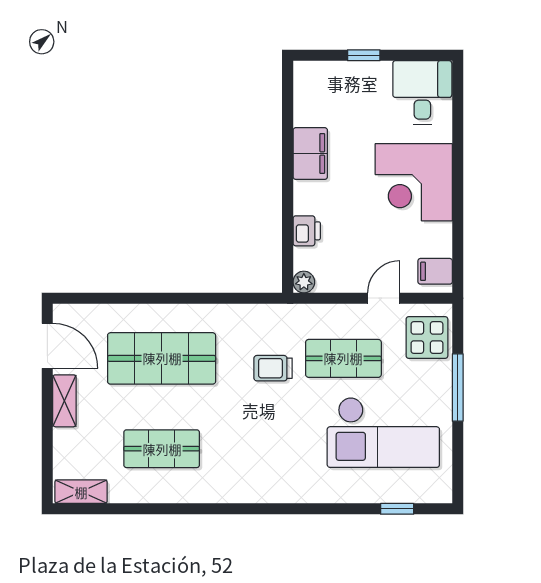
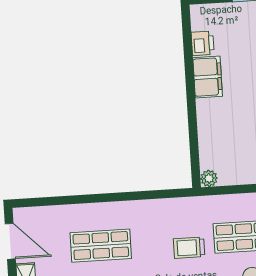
printer: (307, 231) -> (203, 43), moved
shop shelf: (162, 358) -> (101, 246), width x0.70, depth x0.74

